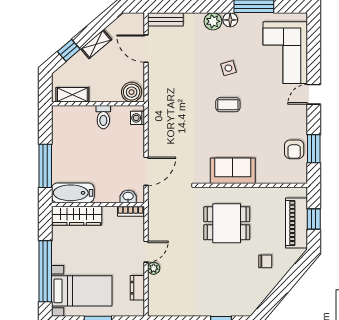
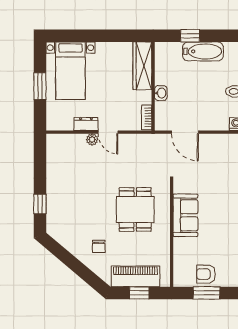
window: (45, 166) -> (190, 36), width x0.46
bathtub: (73, 193) -> (203, 51), moved, turned 90
washbasin: (128, 196) -> (161, 93), moved
window: (45, 271) -> (89, 36), removed
dresser: (137, 288) -> (86, 124), moved

